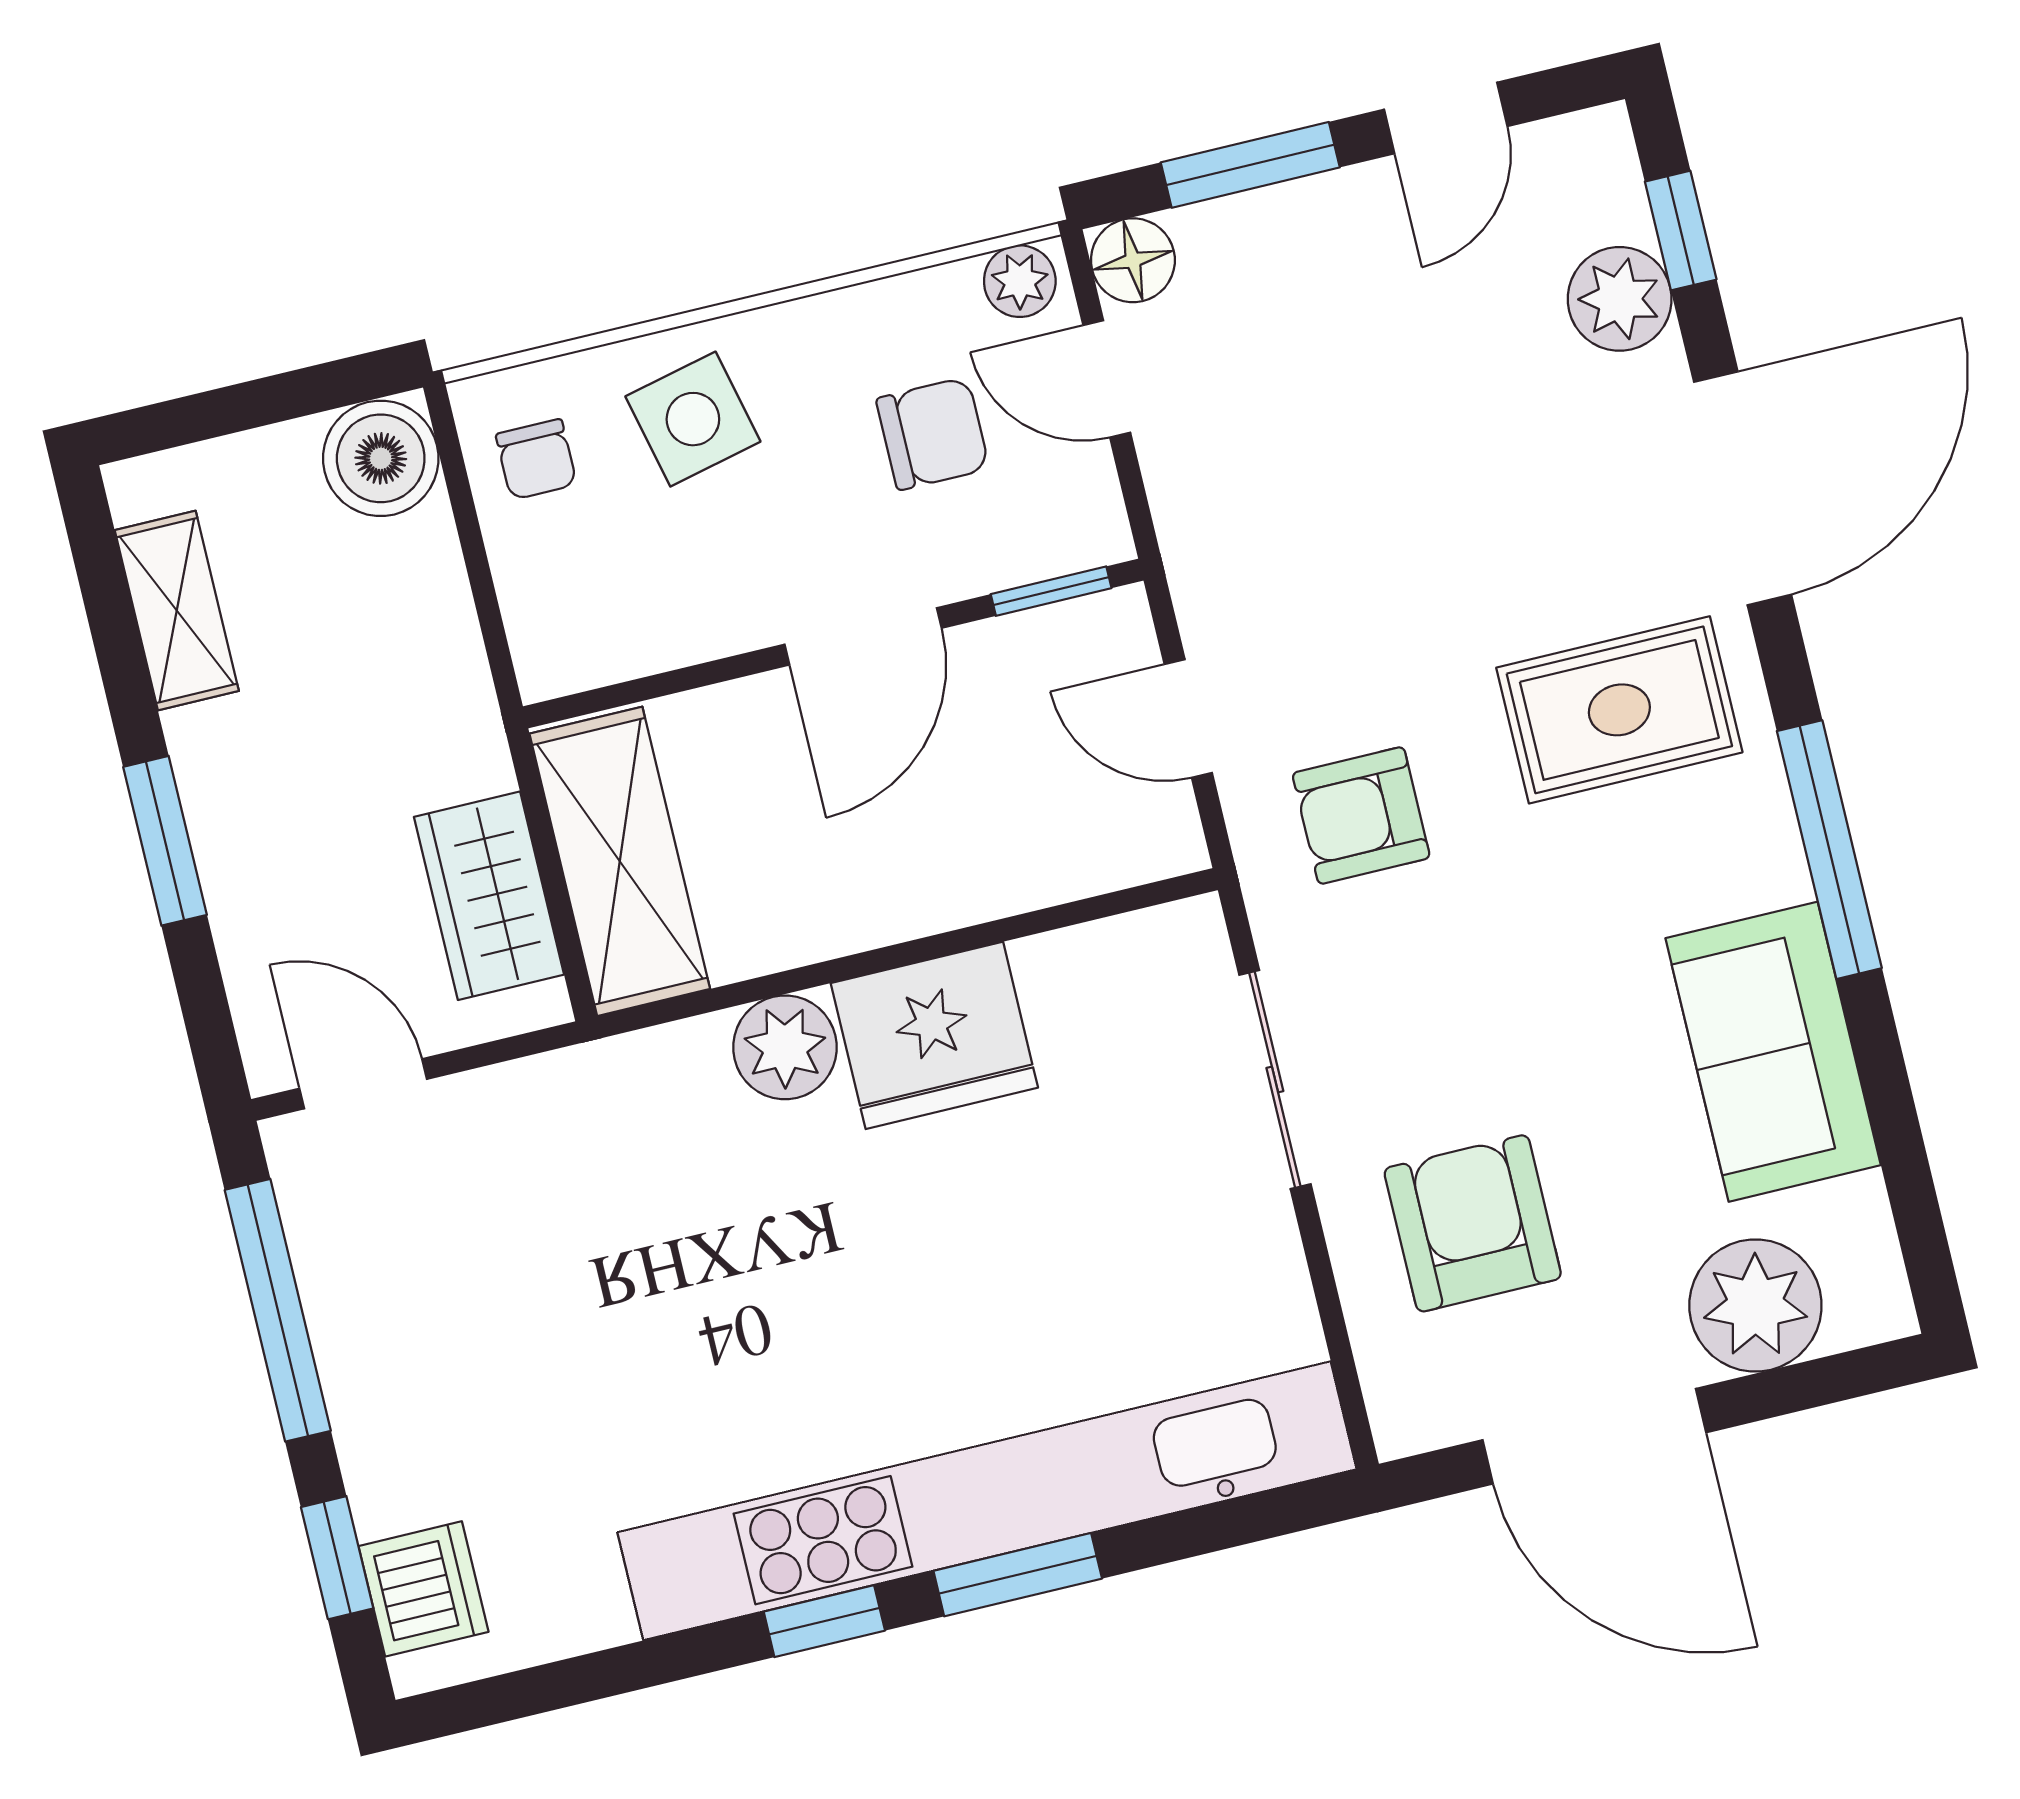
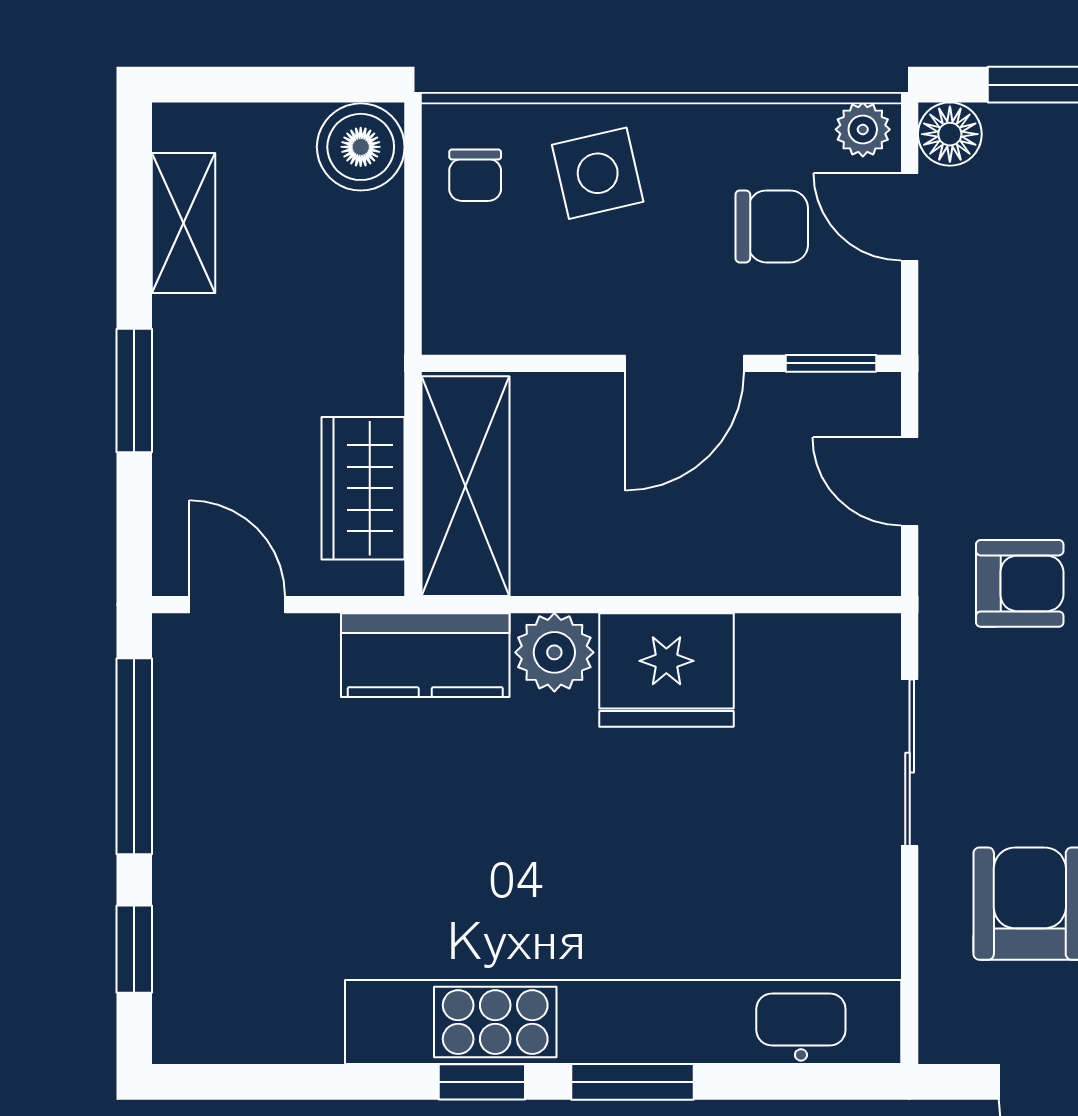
armchair: (1361, 815) -> (1020, 583), turned 180
kitchen counter: (620, 1091) -> (425, 655), added
dishwasher: (423, 1589) -> (192, 987), removed

